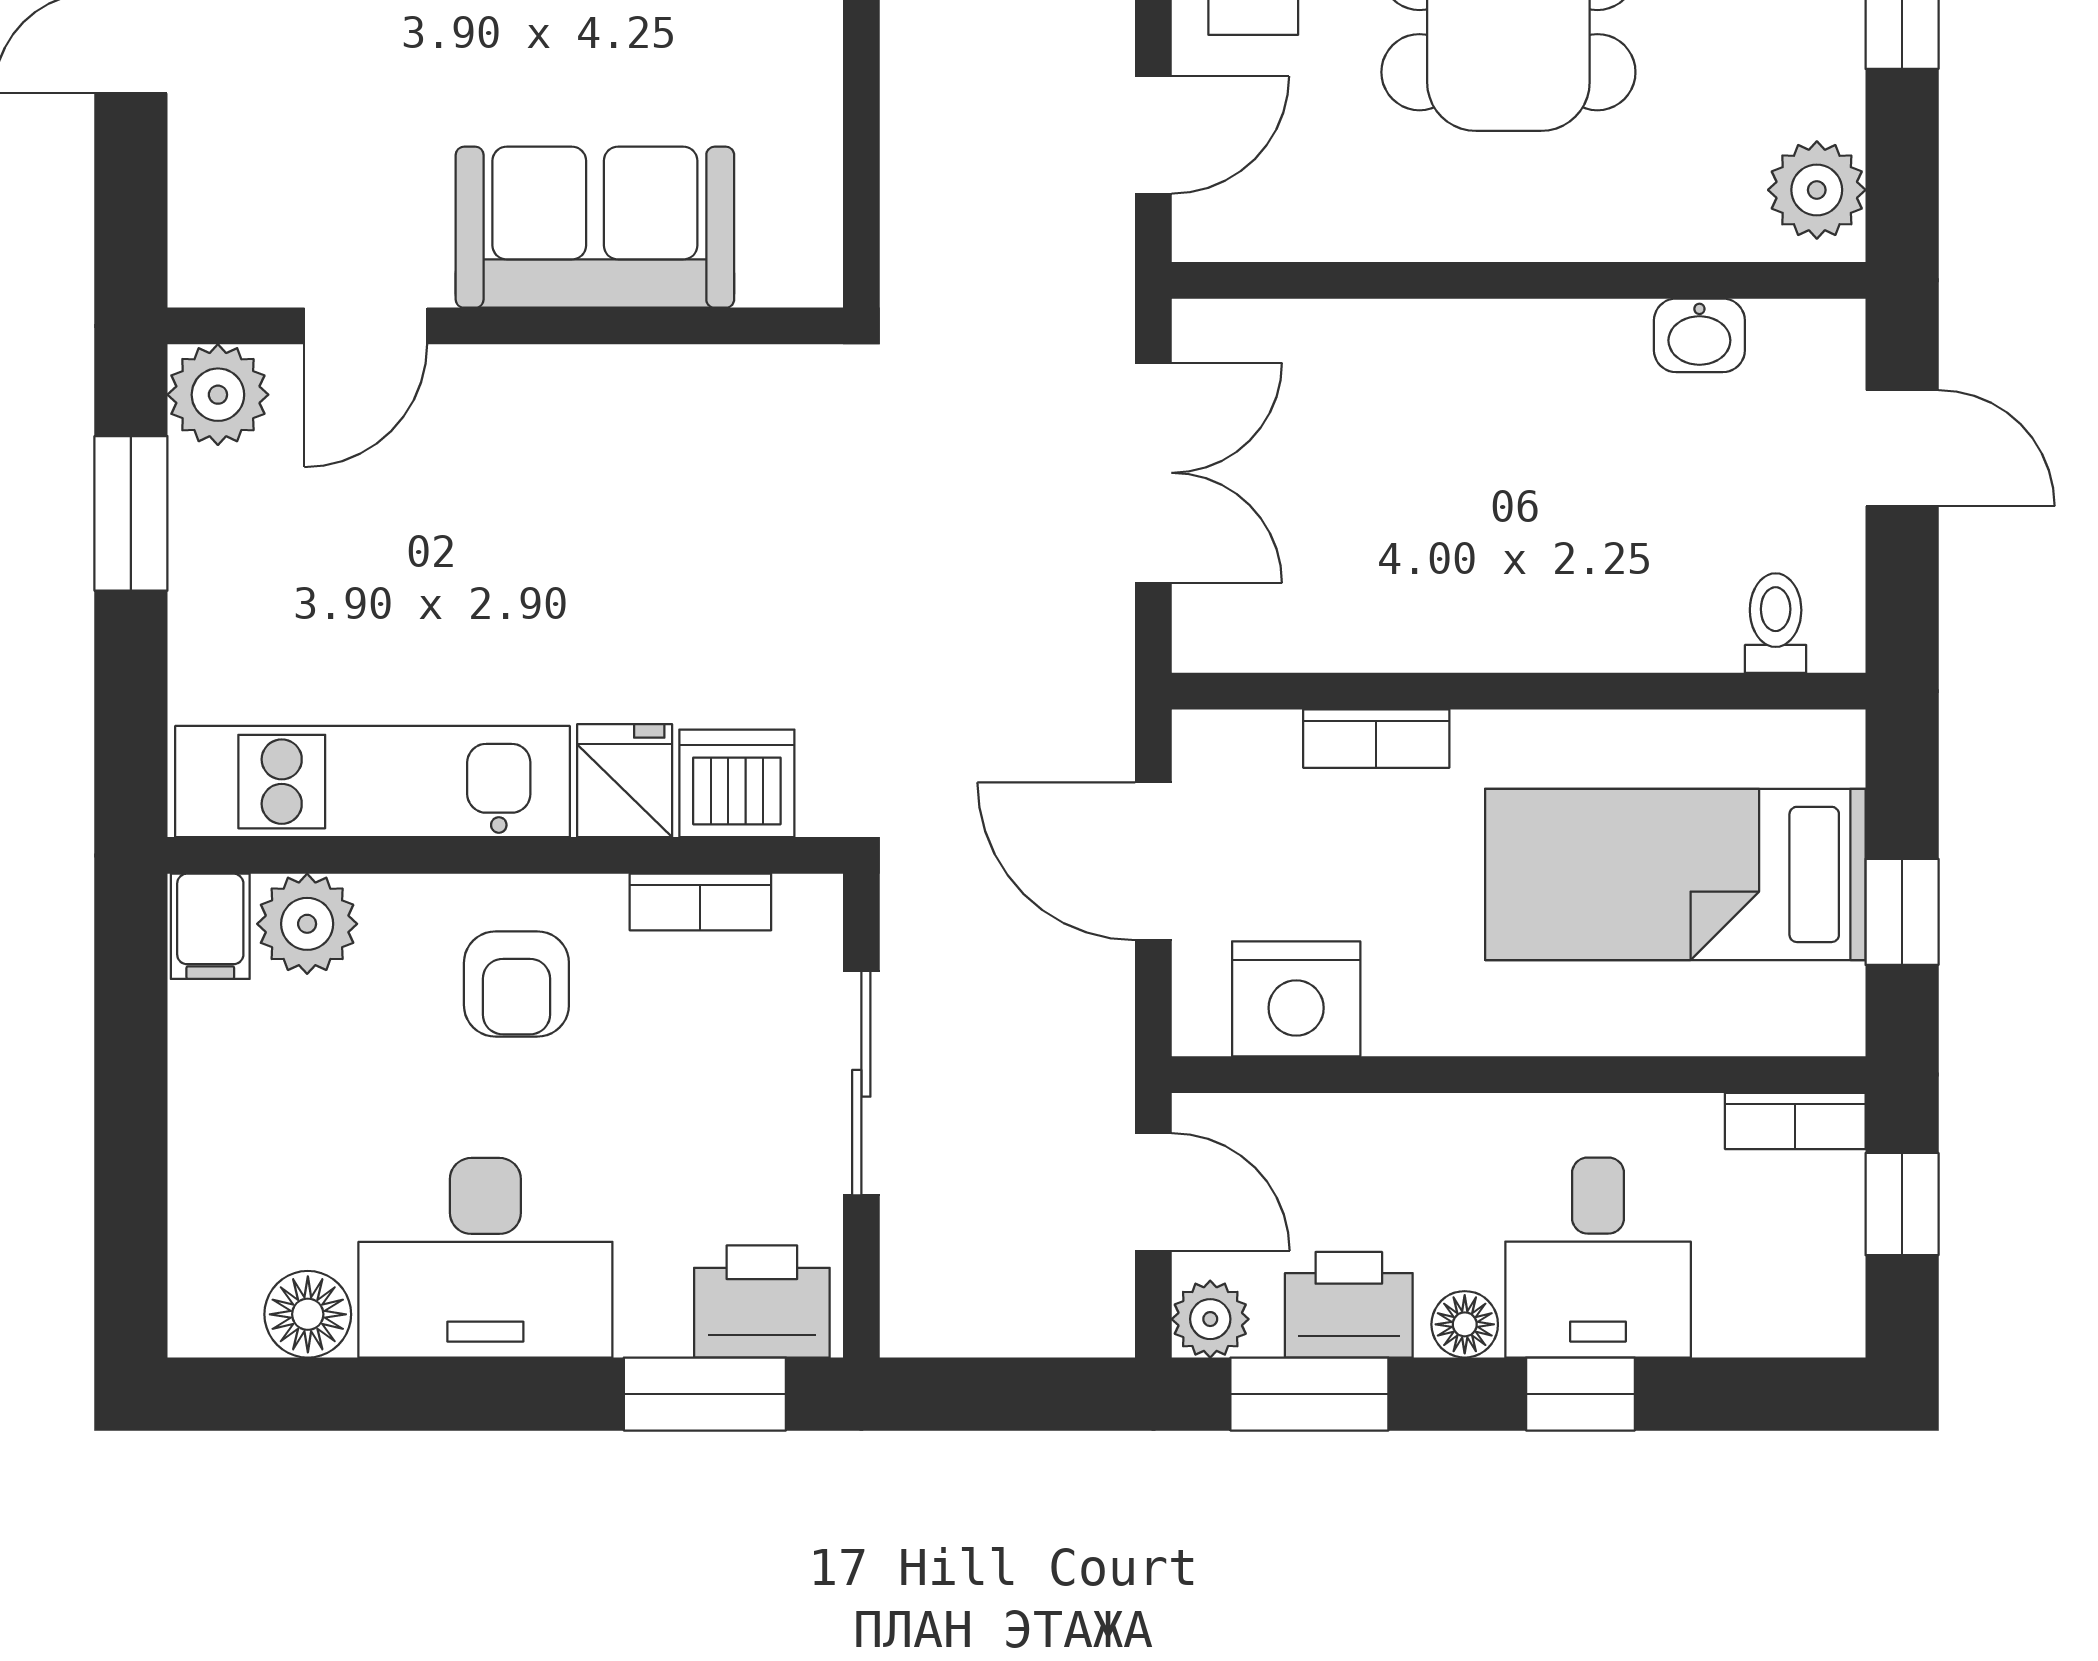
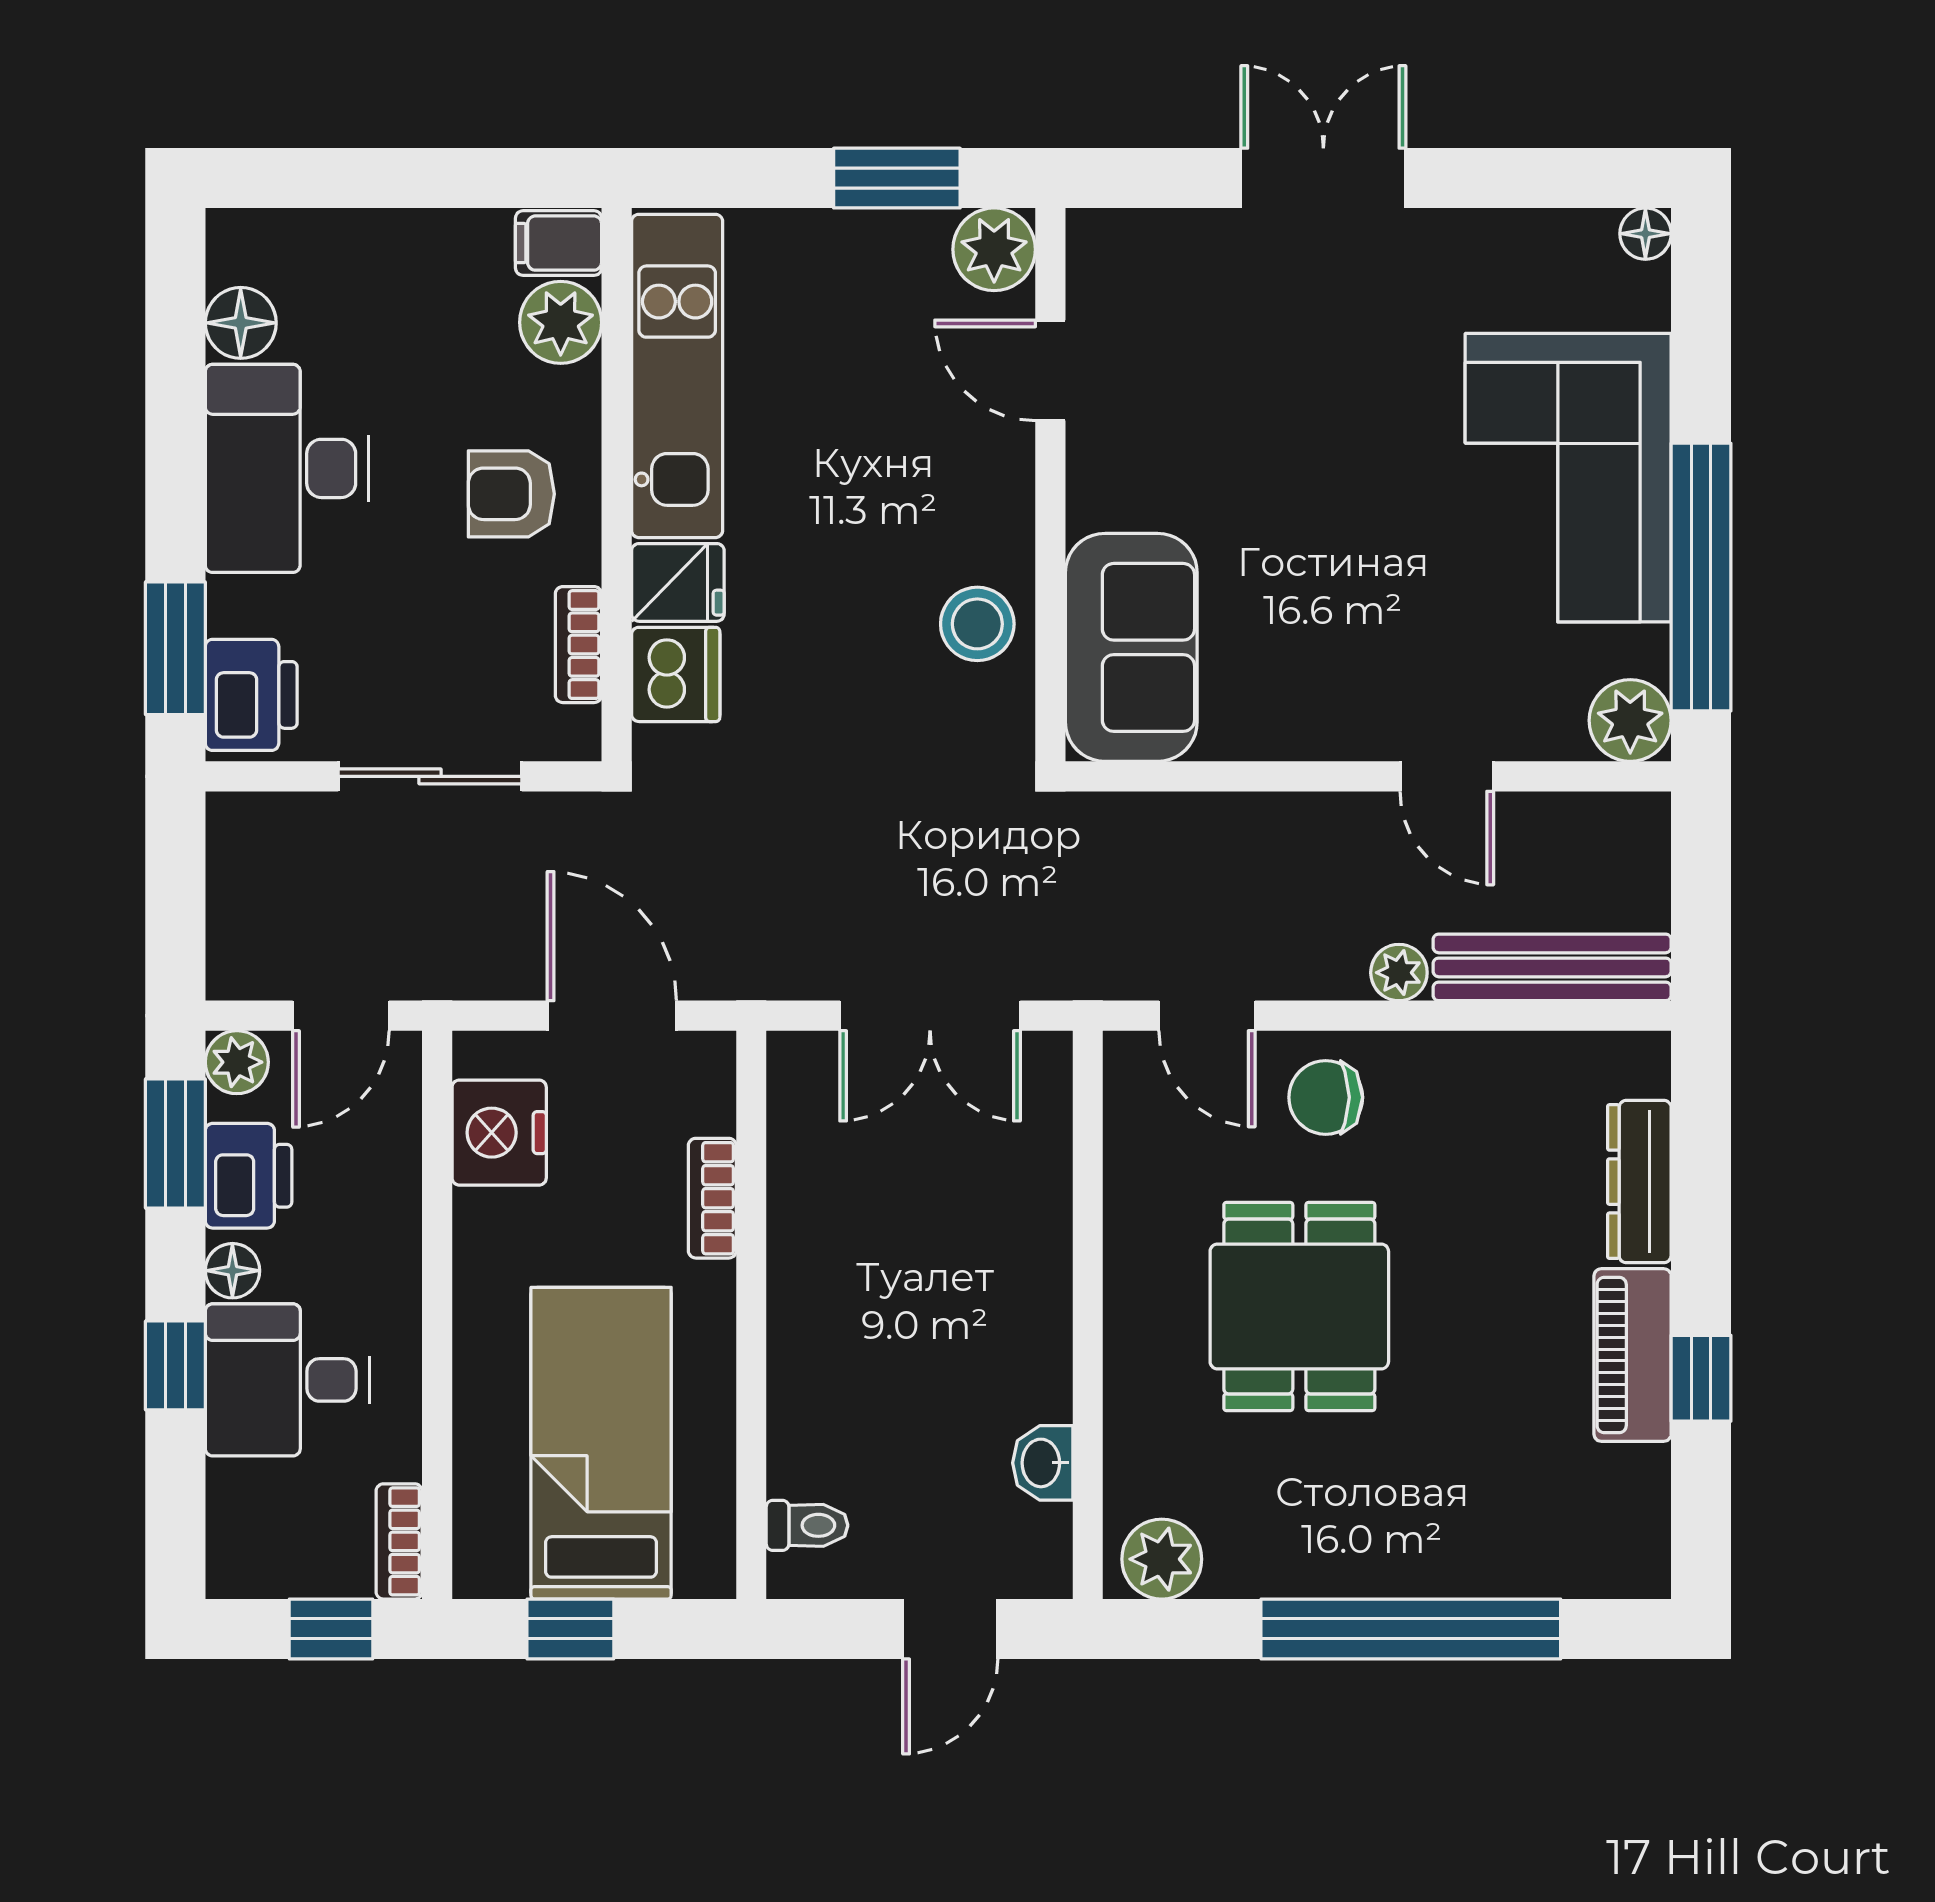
sofa: (595, 227) -> (1131, 647), moved
stool: (675, 415) -> (977, 624), added
door: (1153, 861) -> (612, 1016), hinge flipped

